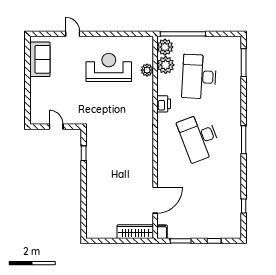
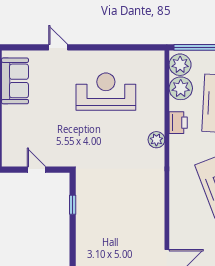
plant: (147, 70) -> (156, 140), moved
printer: (164, 104) -> (178, 123), moved

